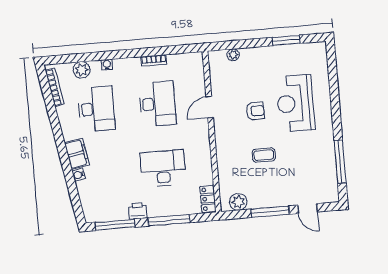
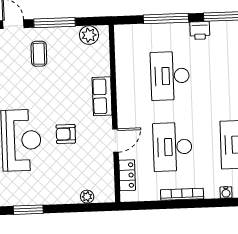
bookcase: (154, 60) -> (182, 194), width x1.56
row of seats: (224, 147) -> (102, 96), added
coffee table: (264, 155) -> (39, 54), moved, turned 90
desk: (163, 168) -> (170, 76), turned 90
locker: (208, 199) -> (127, 175), moved

